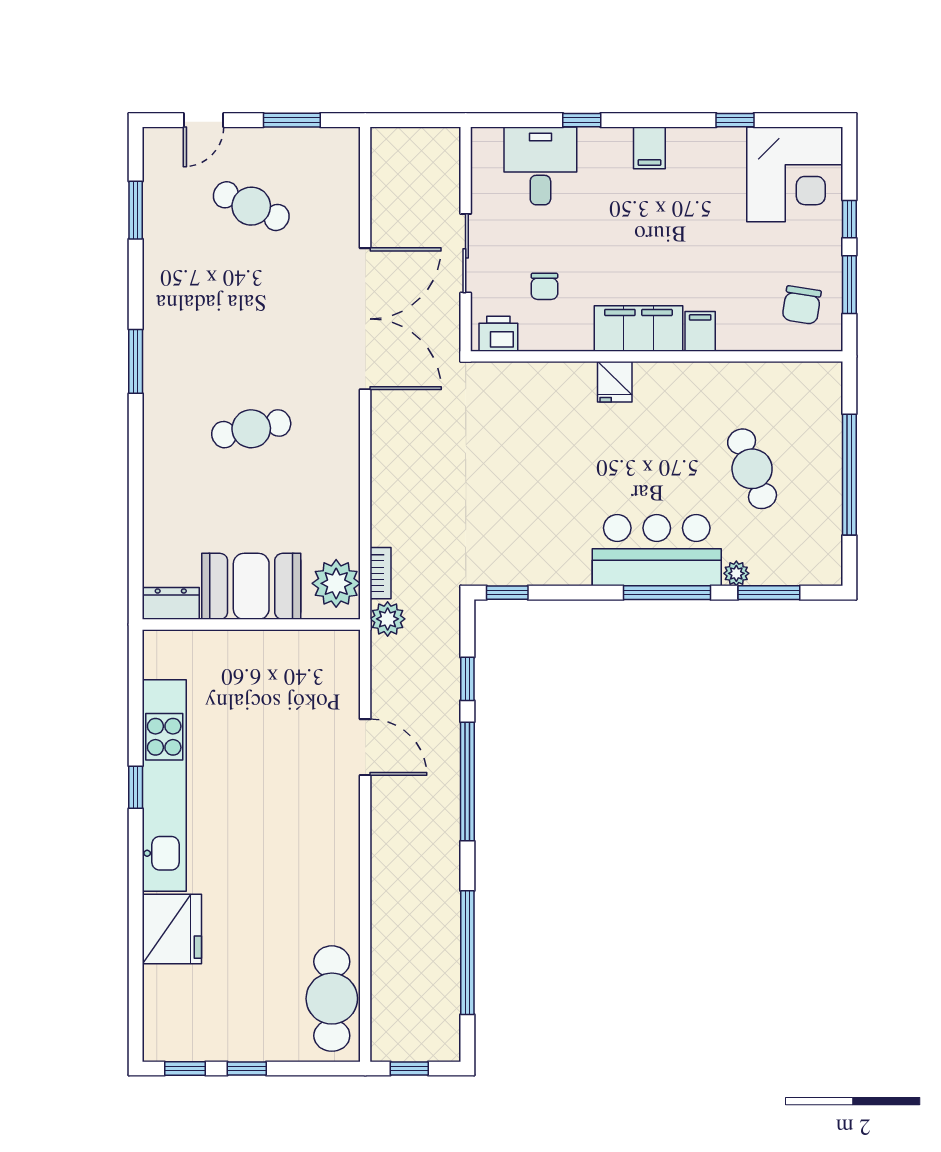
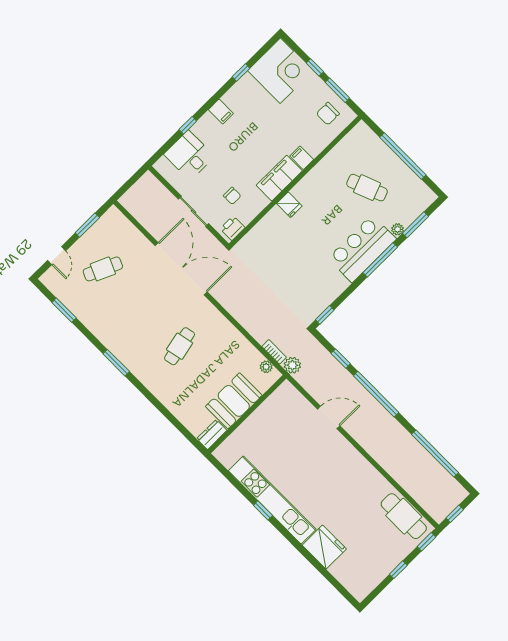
chair: (802, 305) -> (328, 114), turned 81
plant: (336, 583) -> (266, 367), width x0.53, depth x0.53
window: (185, 1069) -> (426, 542), moved

